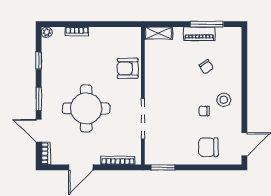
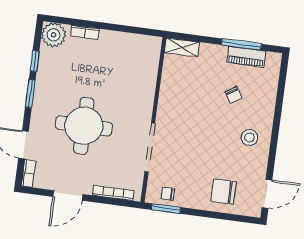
plant: (47, 32) -> (54, 35), width x1.88, depth x1.88
piano: (199, 34) -> (246, 57), moved
armchair: (128, 68) -> (140, 85), removed
window: (39, 99) -> (30, 93), moved
chair: (204, 111) -> (168, 194), moved

